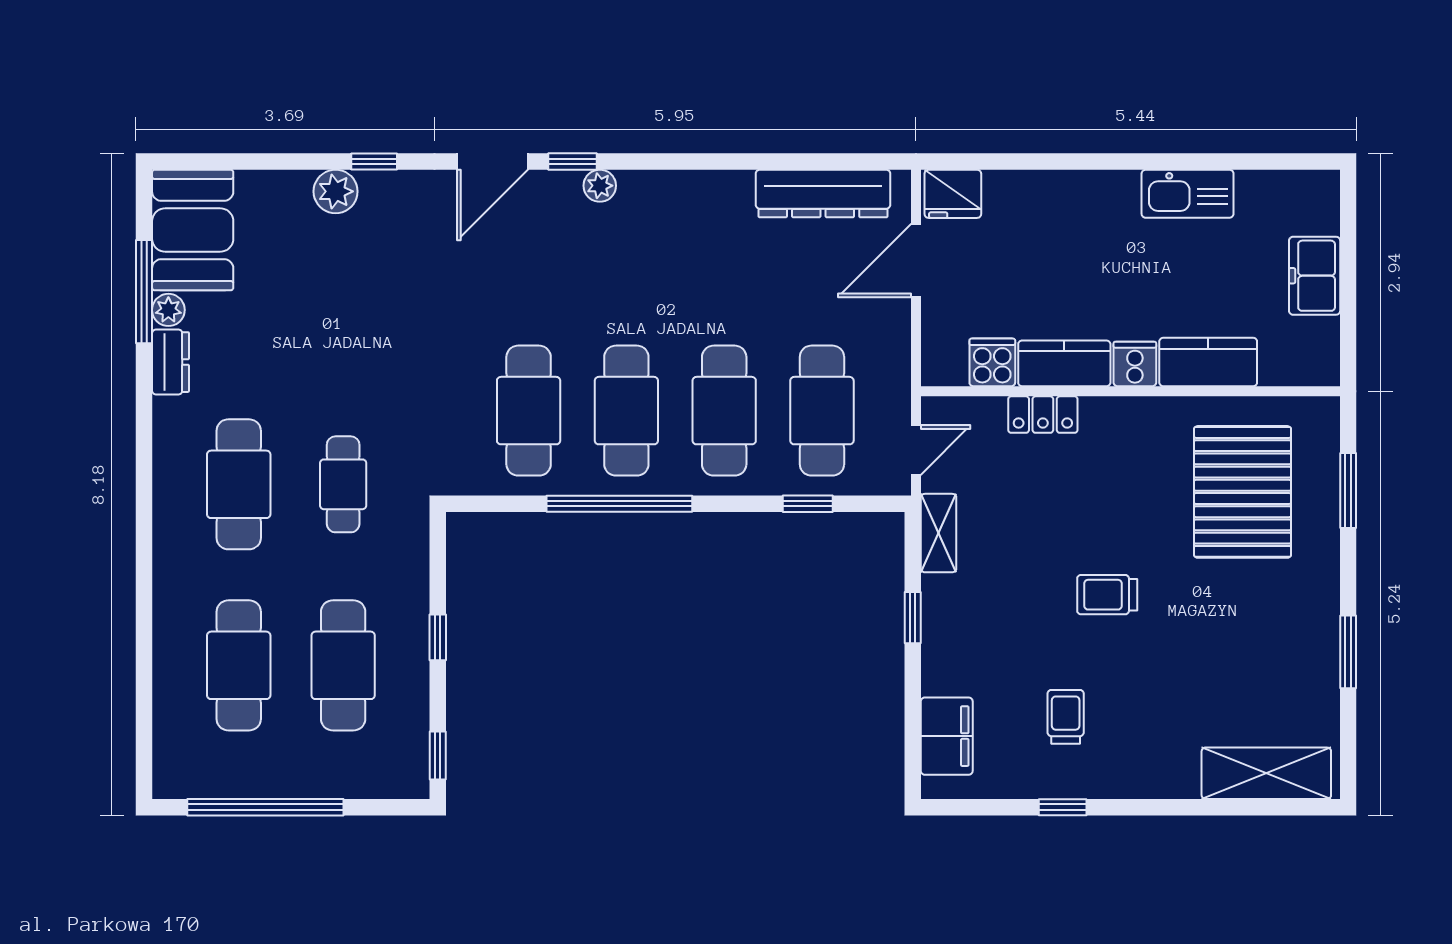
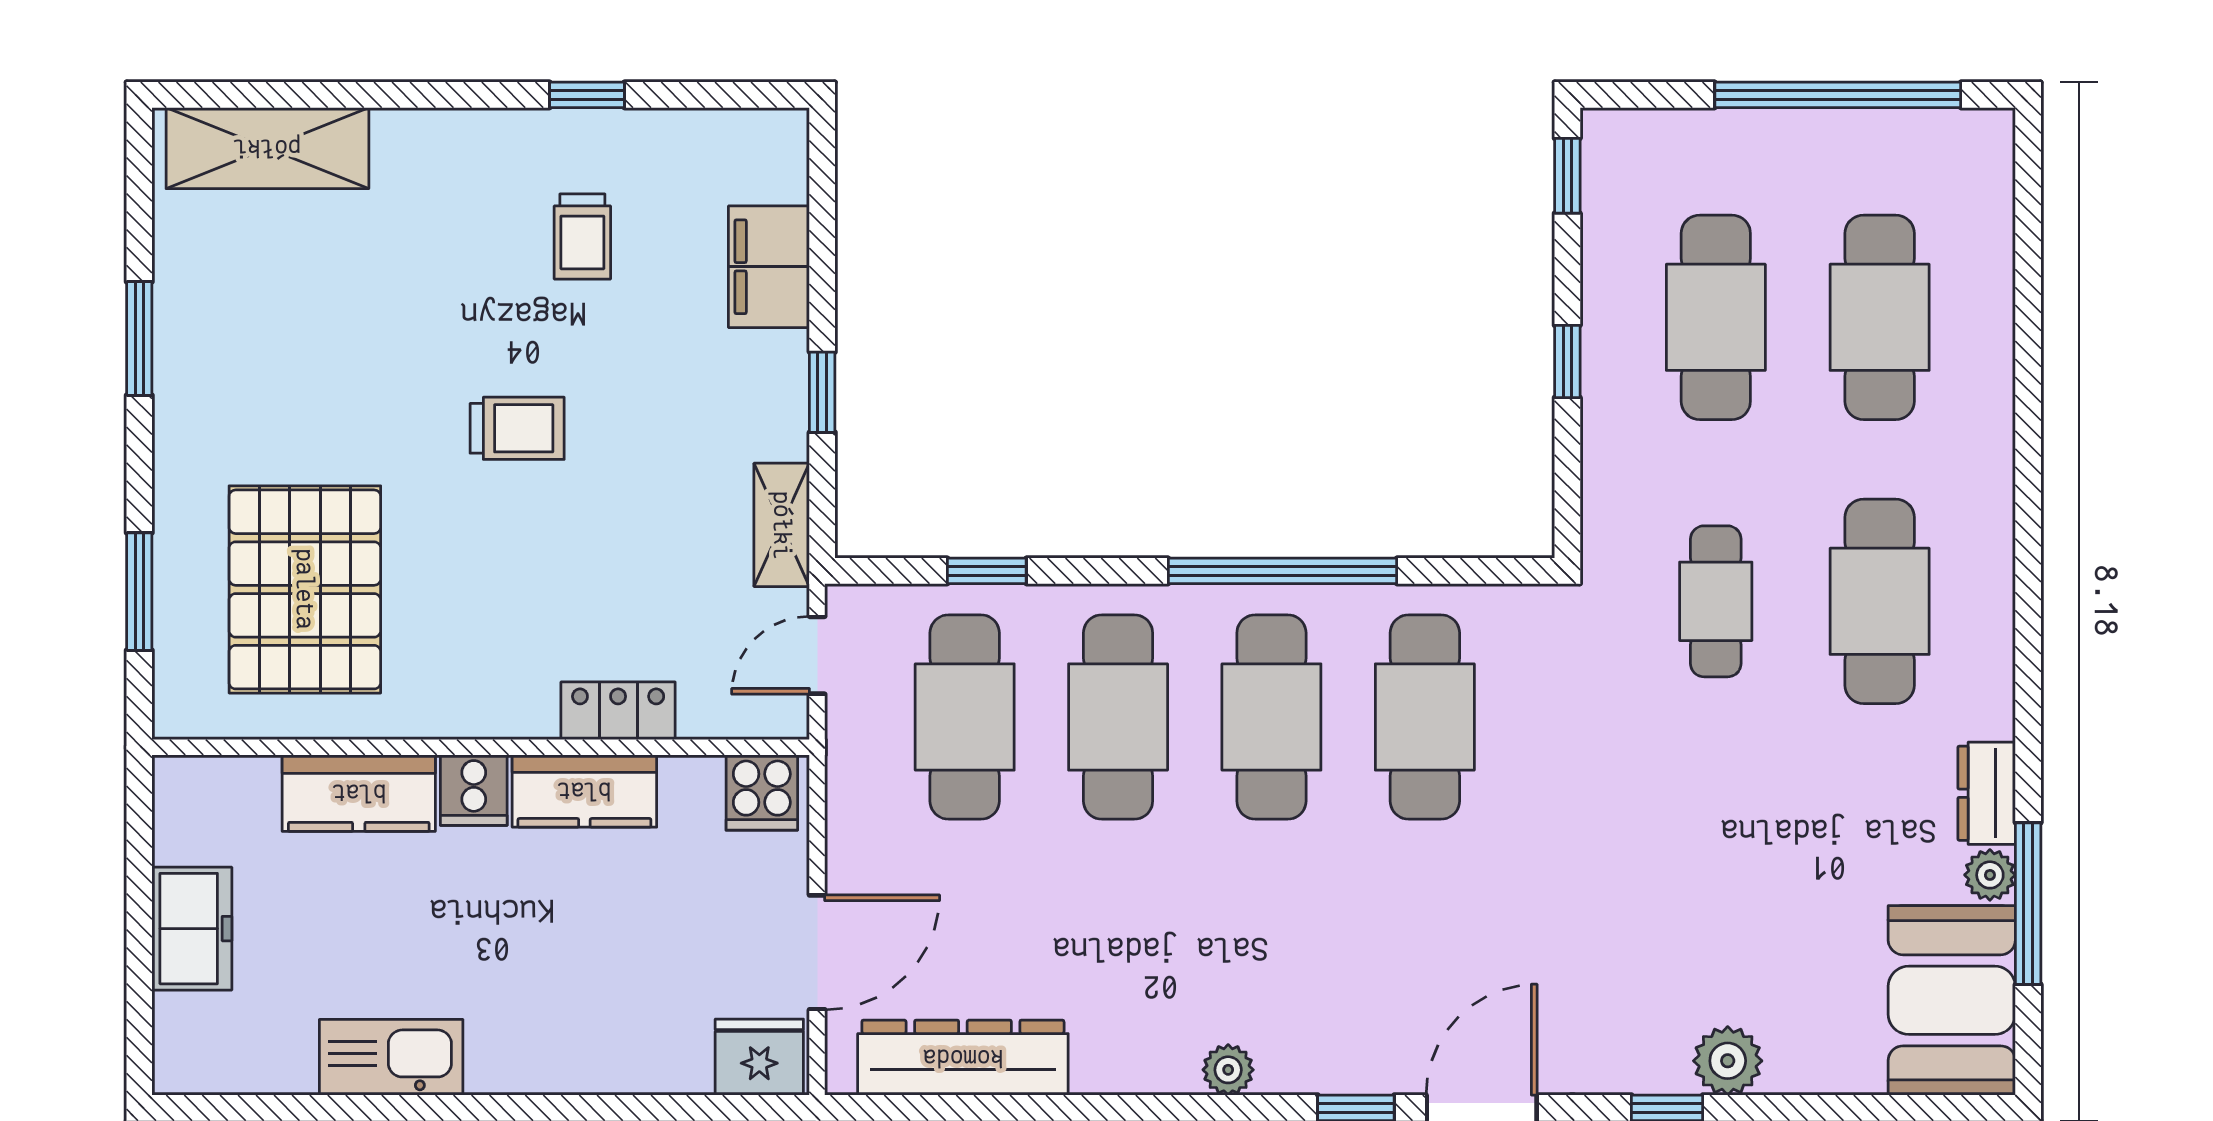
plant: (600, 186) -> (1228, 1070), moved
cooker: (992, 362) -> (762, 793), moved
filing cabinet: (947, 736) -> (769, 267), moved

